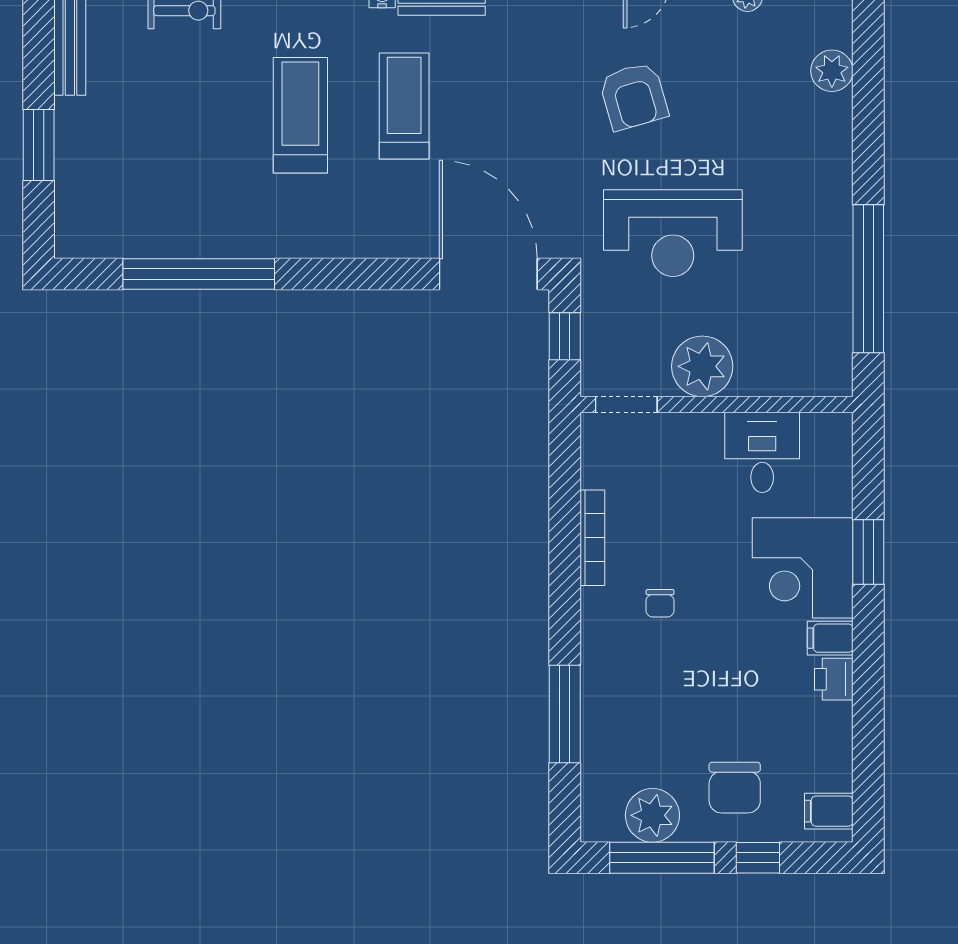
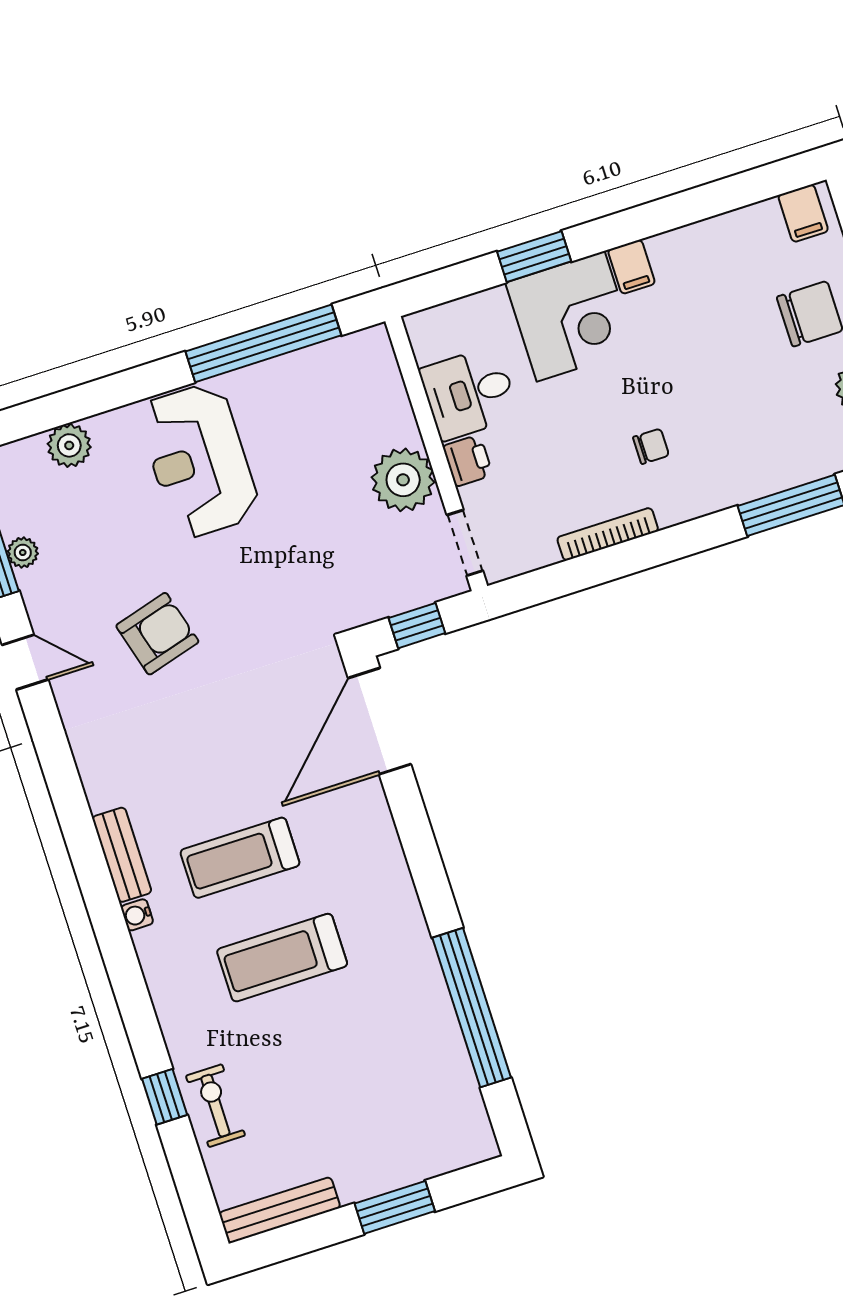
reception desk: (673, 233) -> (199, 461), moved, turned 180
printer: (834, 679) -> (468, 461), moved, turned -90

